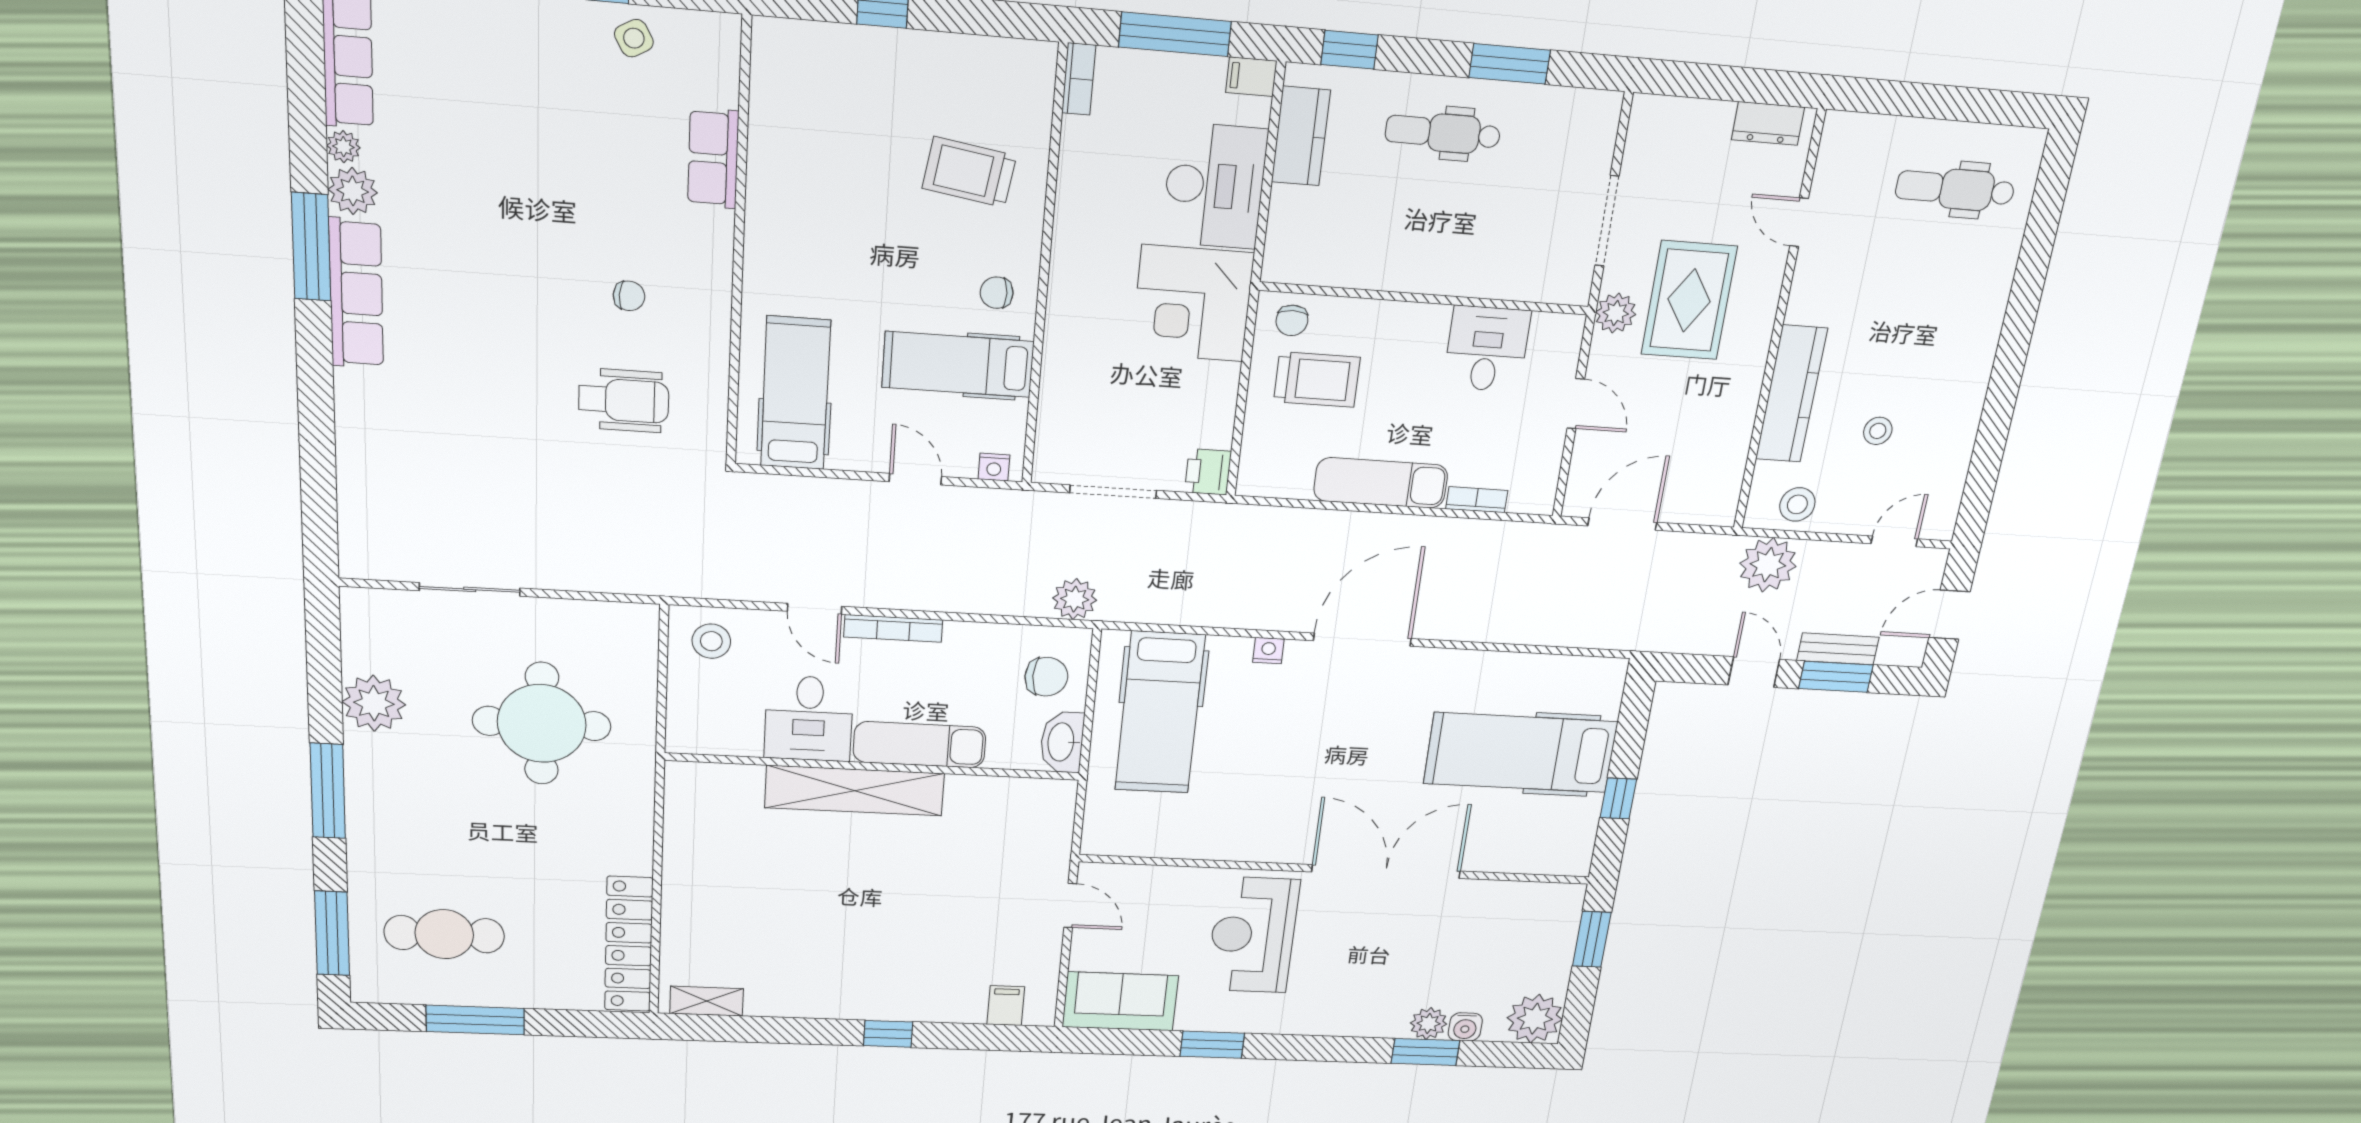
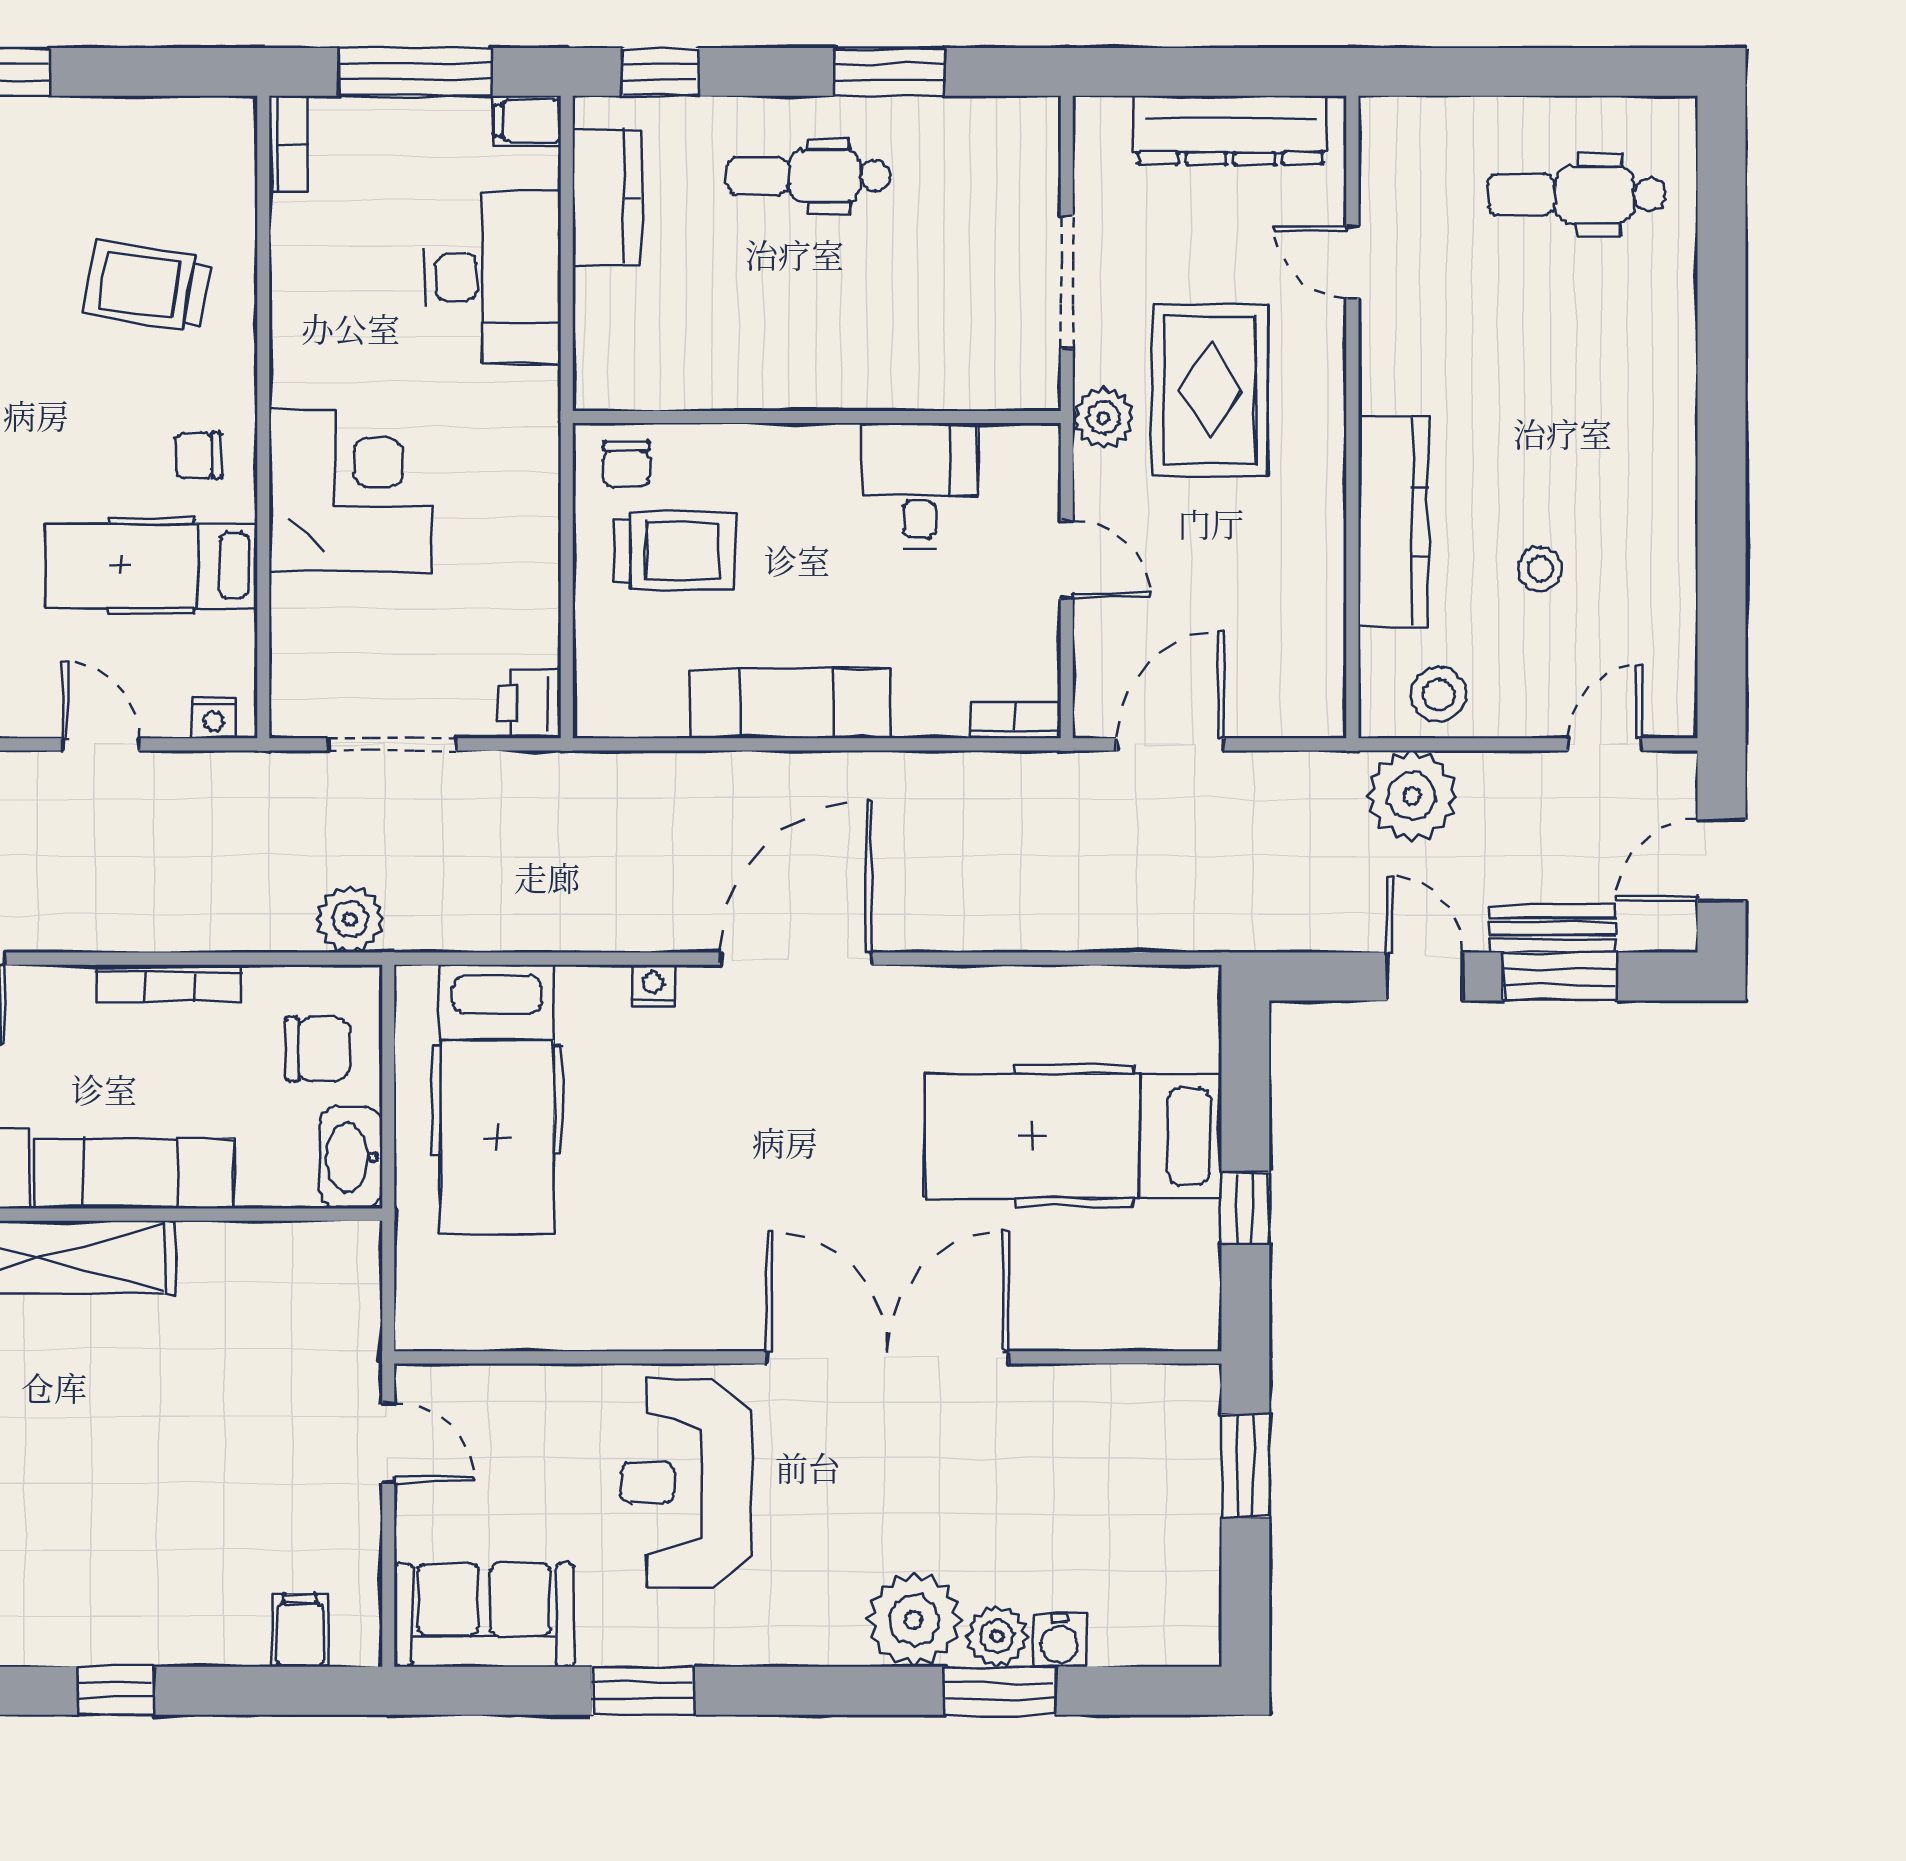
dresser: (1768, 123) -> (1230, 130), width x1.96, depth x1.24
corner desk: (1193, 303) -> (351, 490), moved, turned 180
bookcase: (1477, 500) -> (1015, 720), moved
bookcase: (893, 628) -> (169, 983), moved
plant: (1535, 1019) -> (914, 1620), moved

